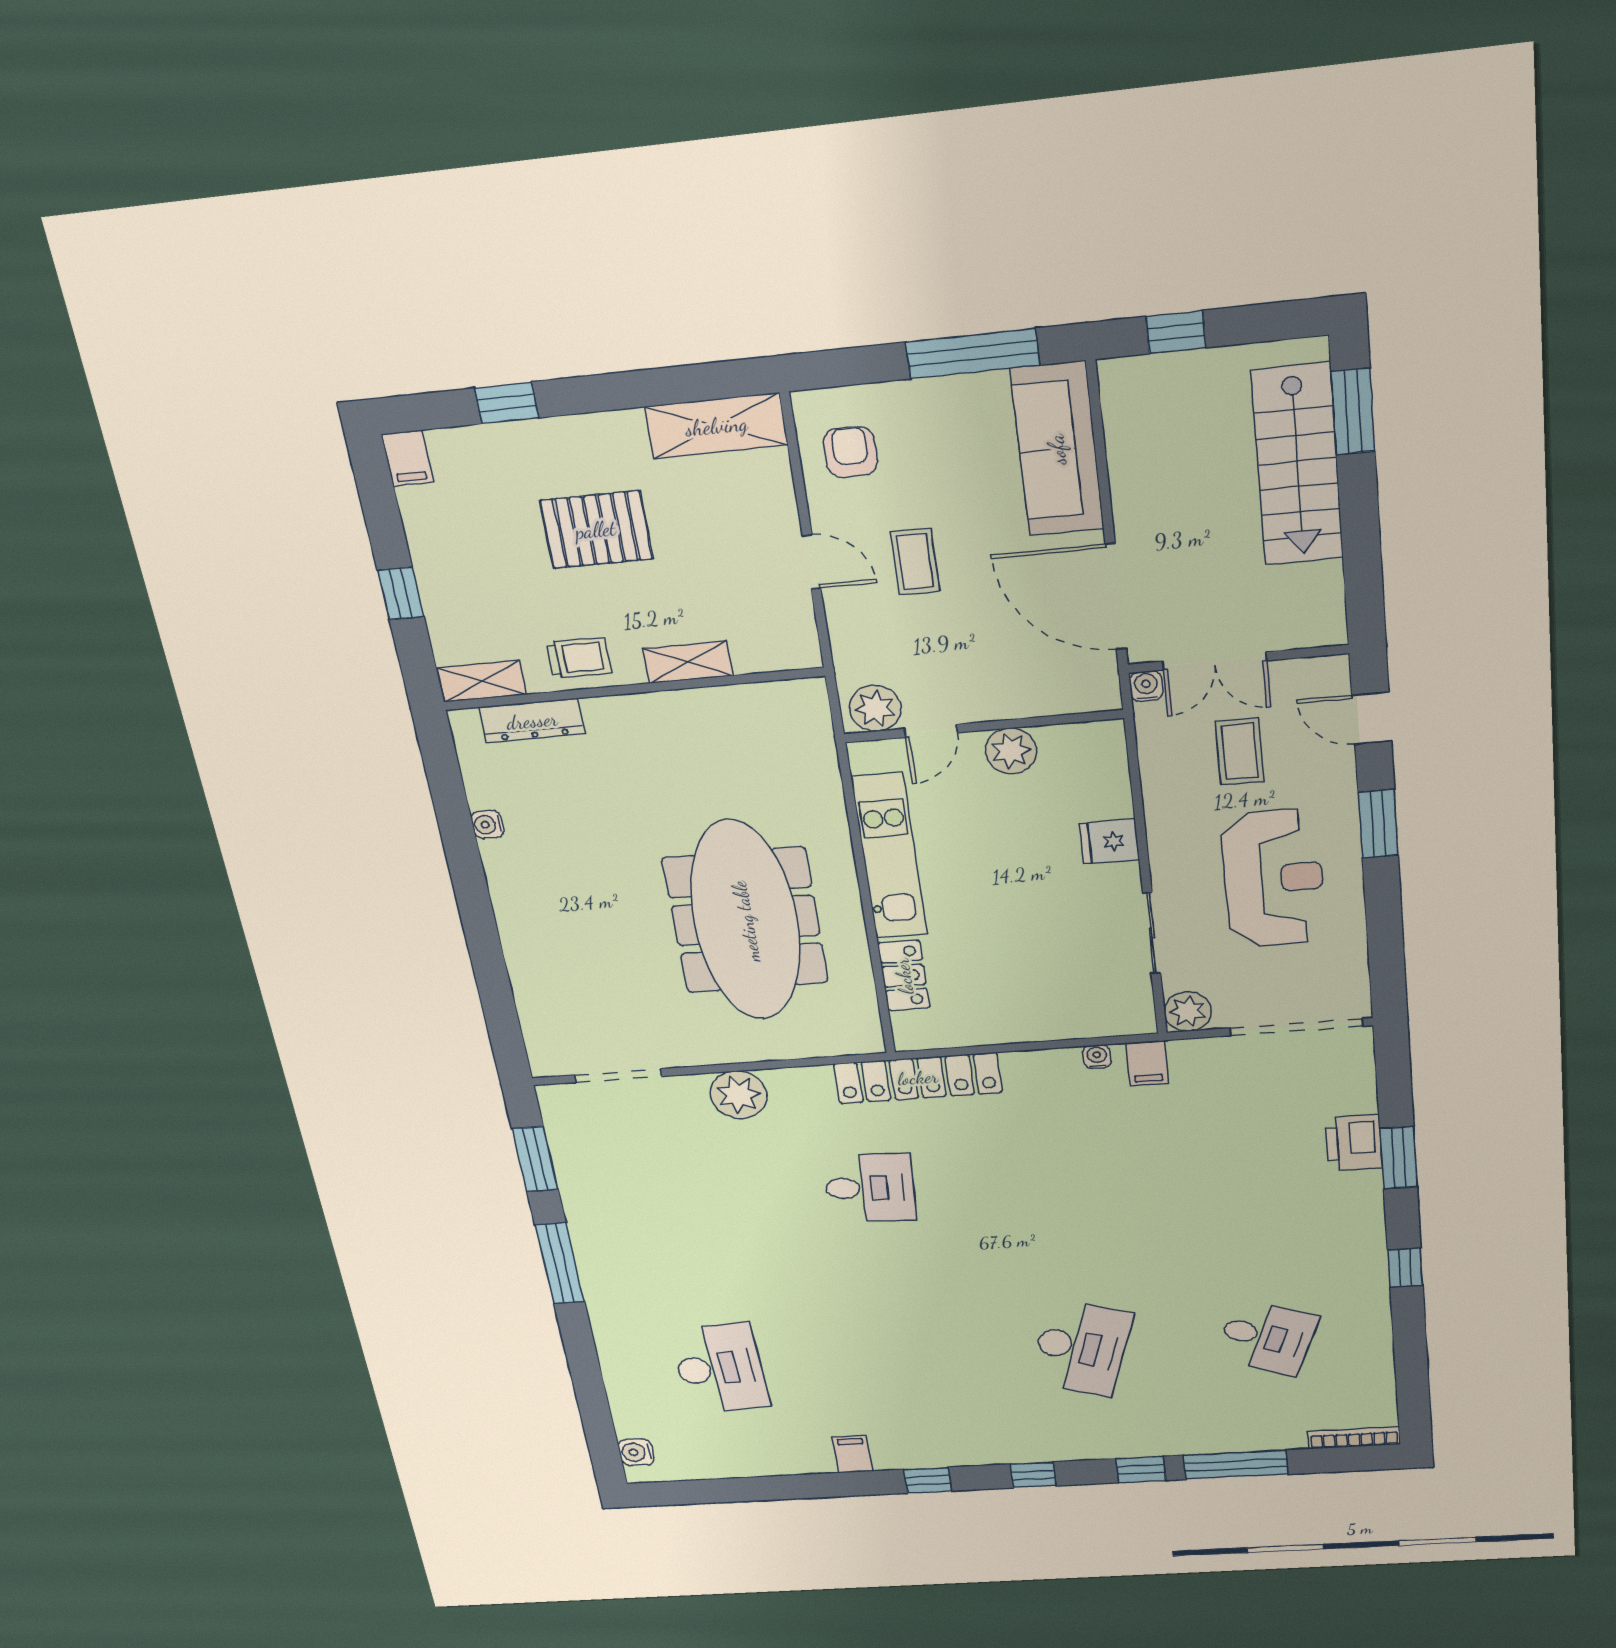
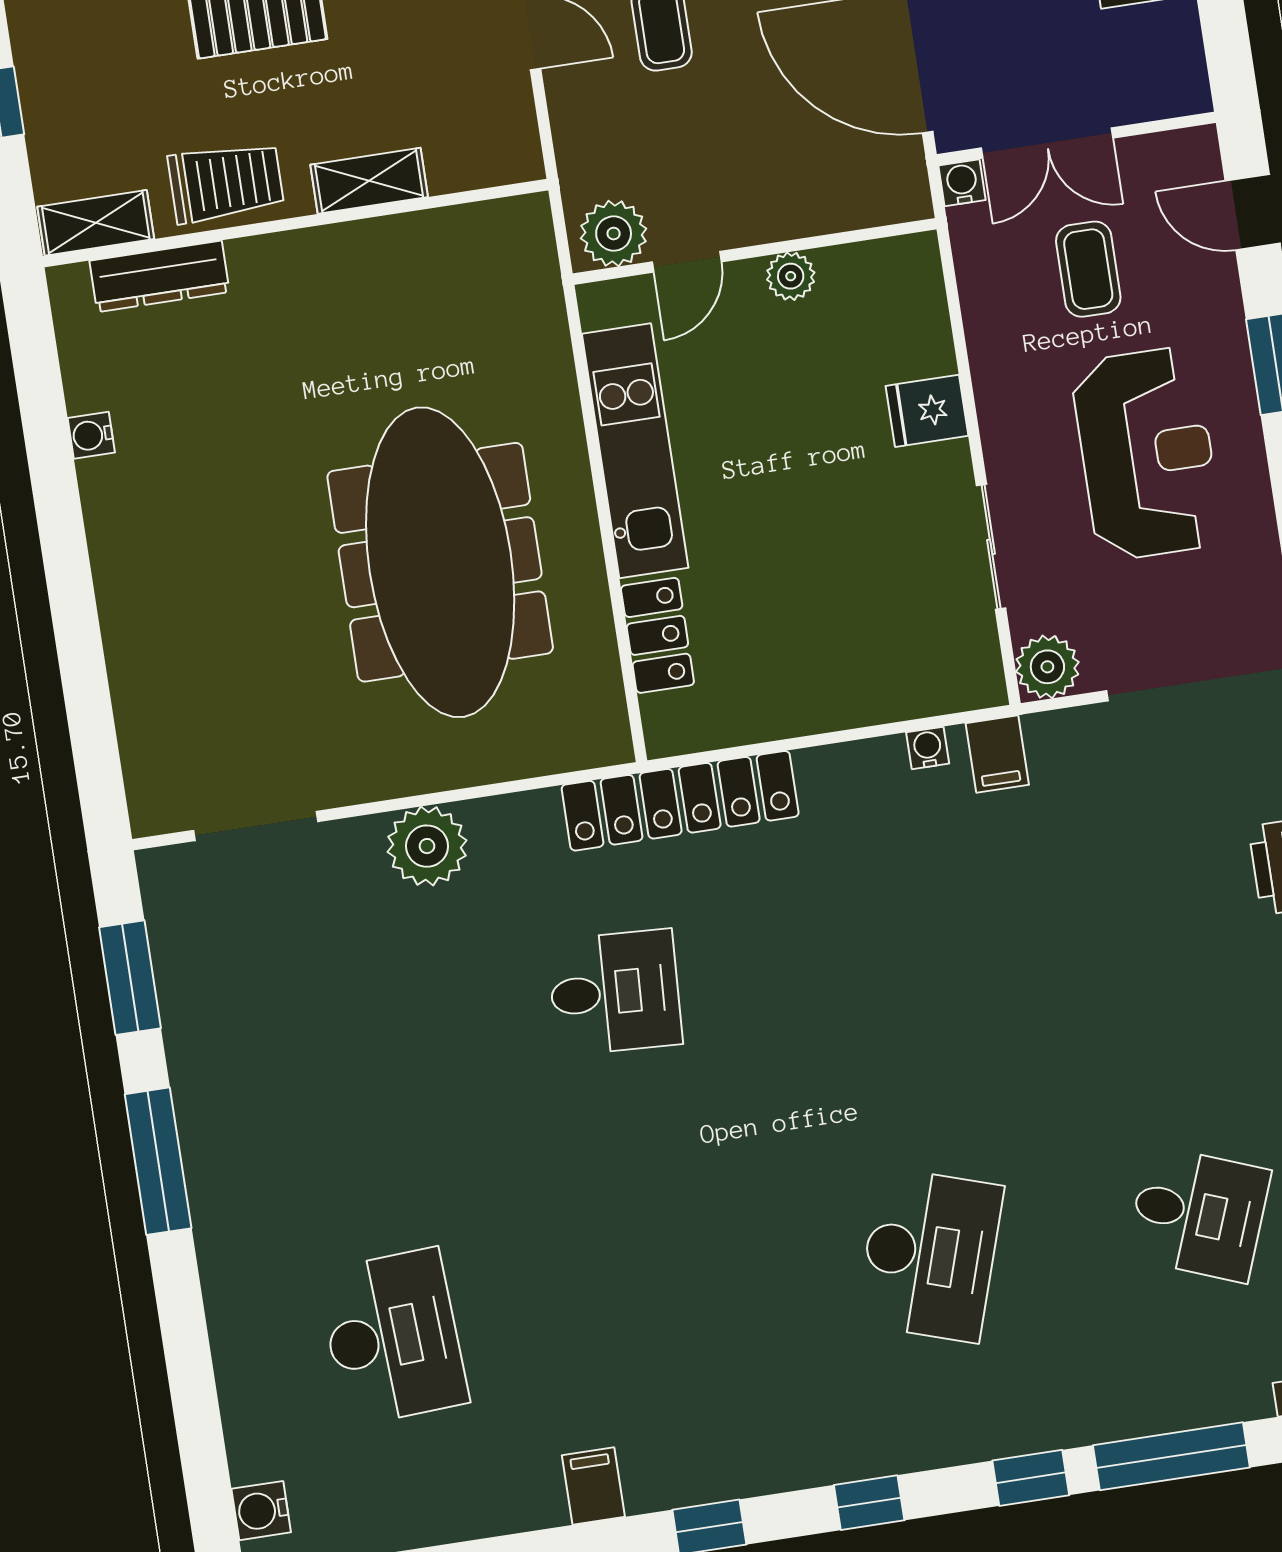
trolley: (579, 658) -> (226, 182), width x1.36, depth x1.39
plant: (1011, 751) -> (791, 276), width x0.73, depth x0.73

